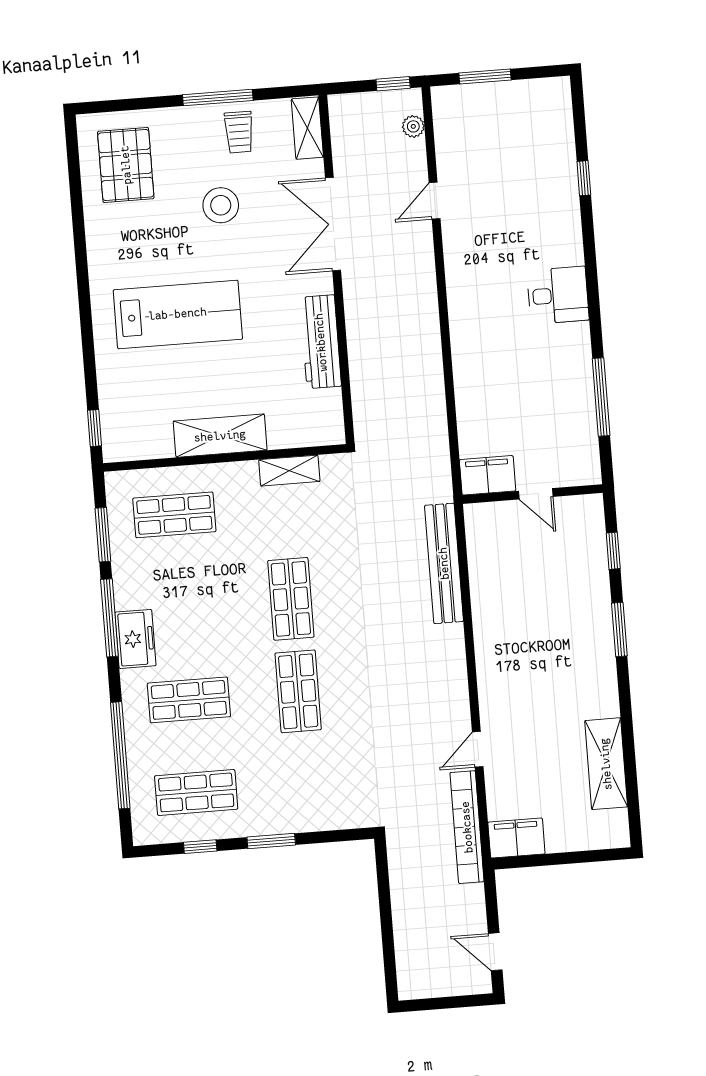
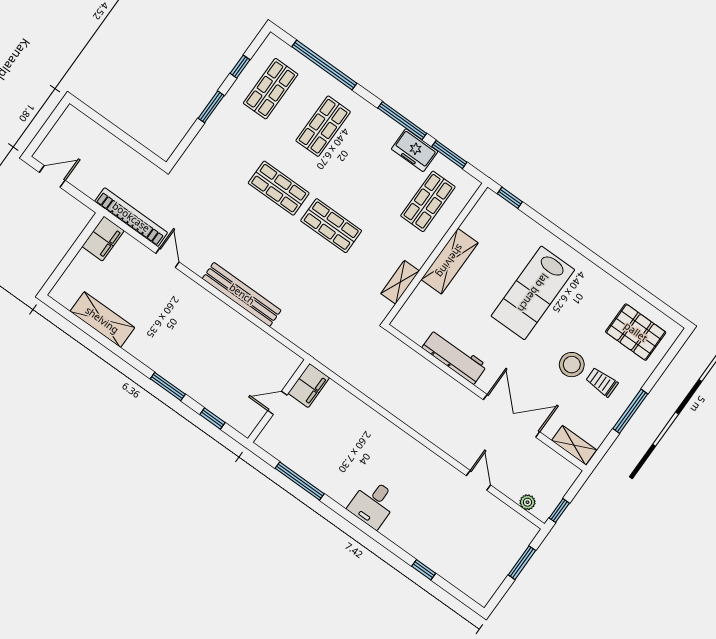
trolley: (239, 132) -> (602, 382), moved
bench: (444, 563) -> (242, 294), moved
freezer: (135, 639) -> (415, 150), moved

